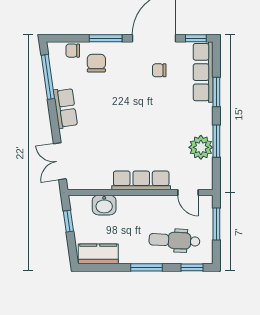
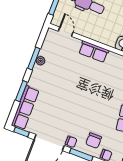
chair: (159, 70) -> (71, 142), moved
plant: (201, 147) -> (41, 61), width x0.53, depth x0.53
row of seats: (141, 180) -> (94, 52), width x0.68

